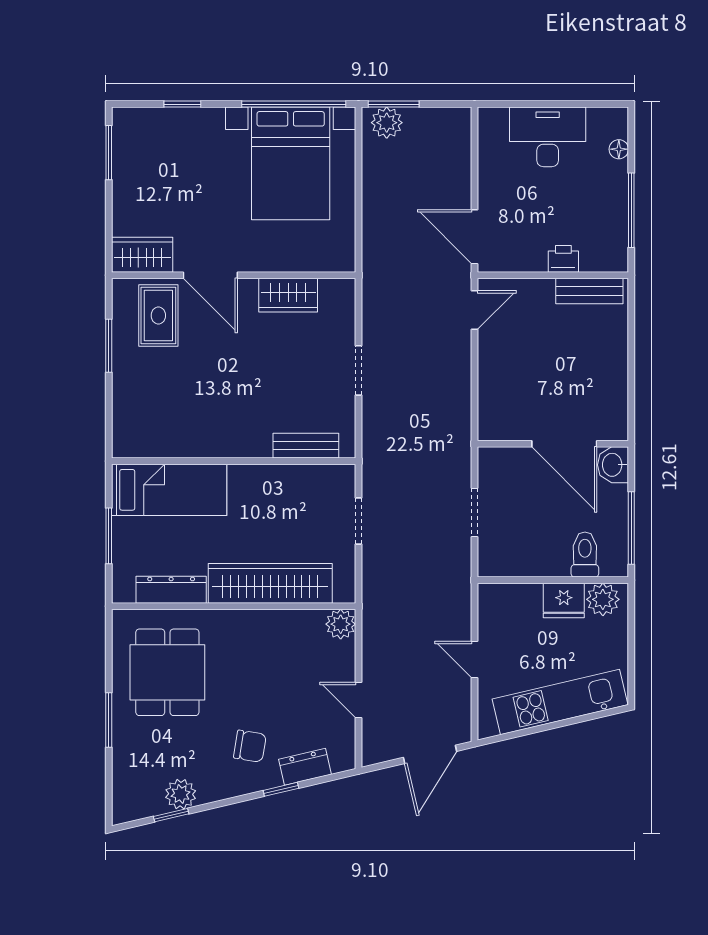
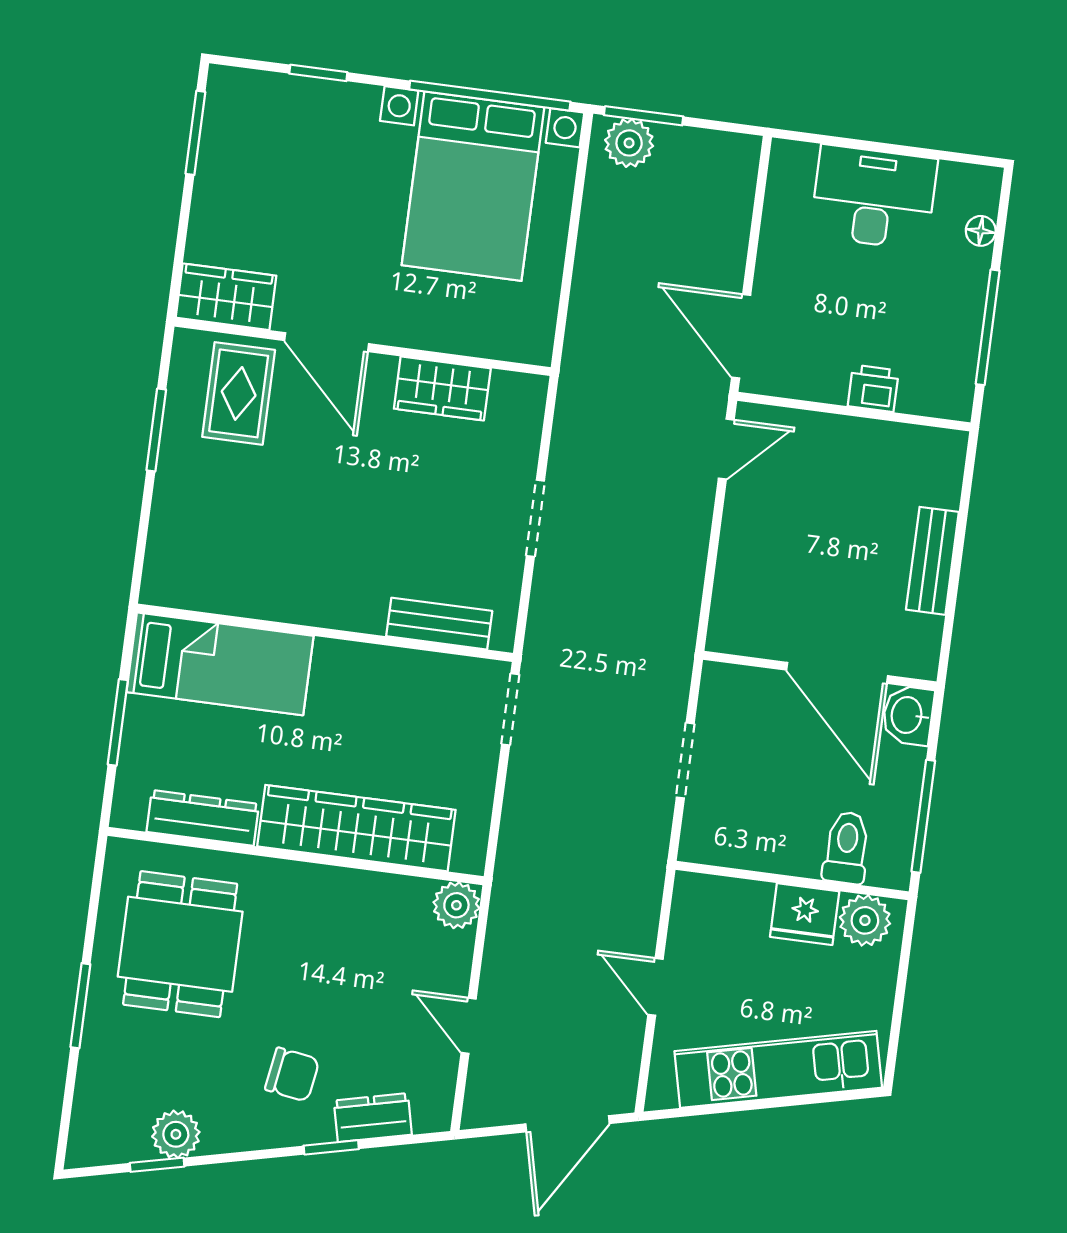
bench: (589, 291) -> (932, 561), moved, turned 90
doorway: (358, 521) -> (510, 709), moved

